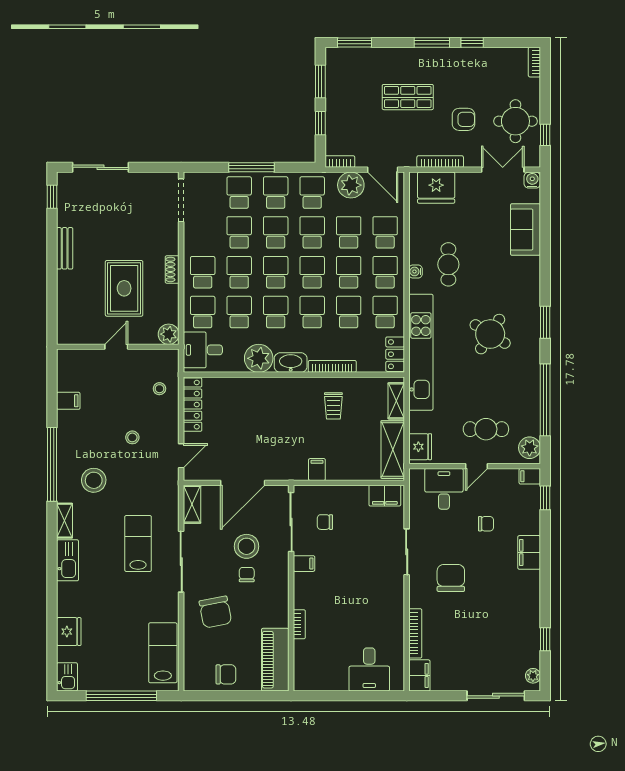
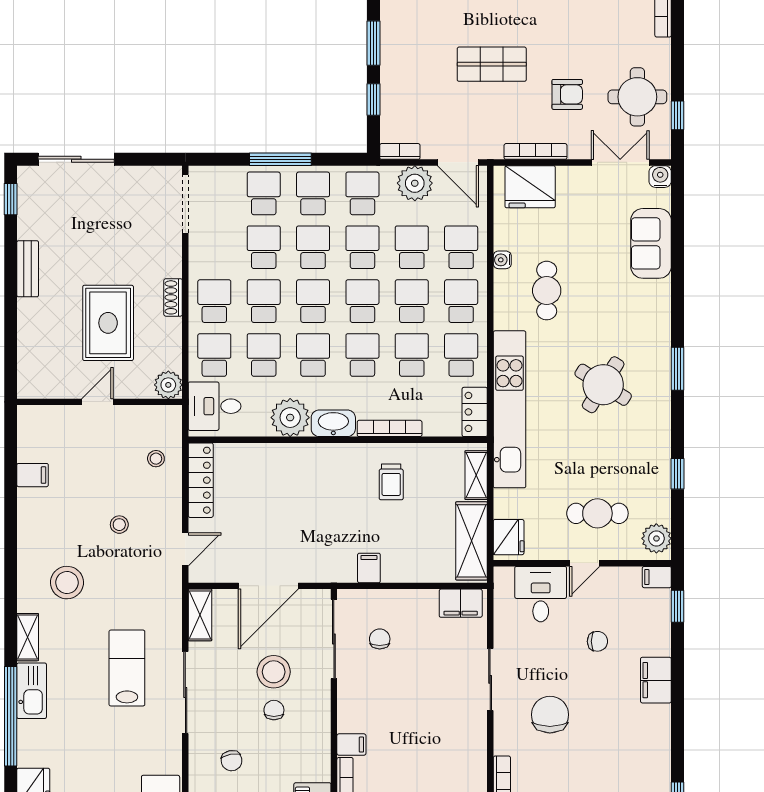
water cooler: (415, 271) -> (502, 260), moved
window: (545, 400) -> (677, 474), width x0.32
window: (52, 464) -> (11, 716), moved
chair: (325, 522) -> (380, 639), turned 90
filing cabinet: (304, 564) -> (351, 745), moved
chair: (215, 612) -> (232, 761), width x0.54, depth x0.54

